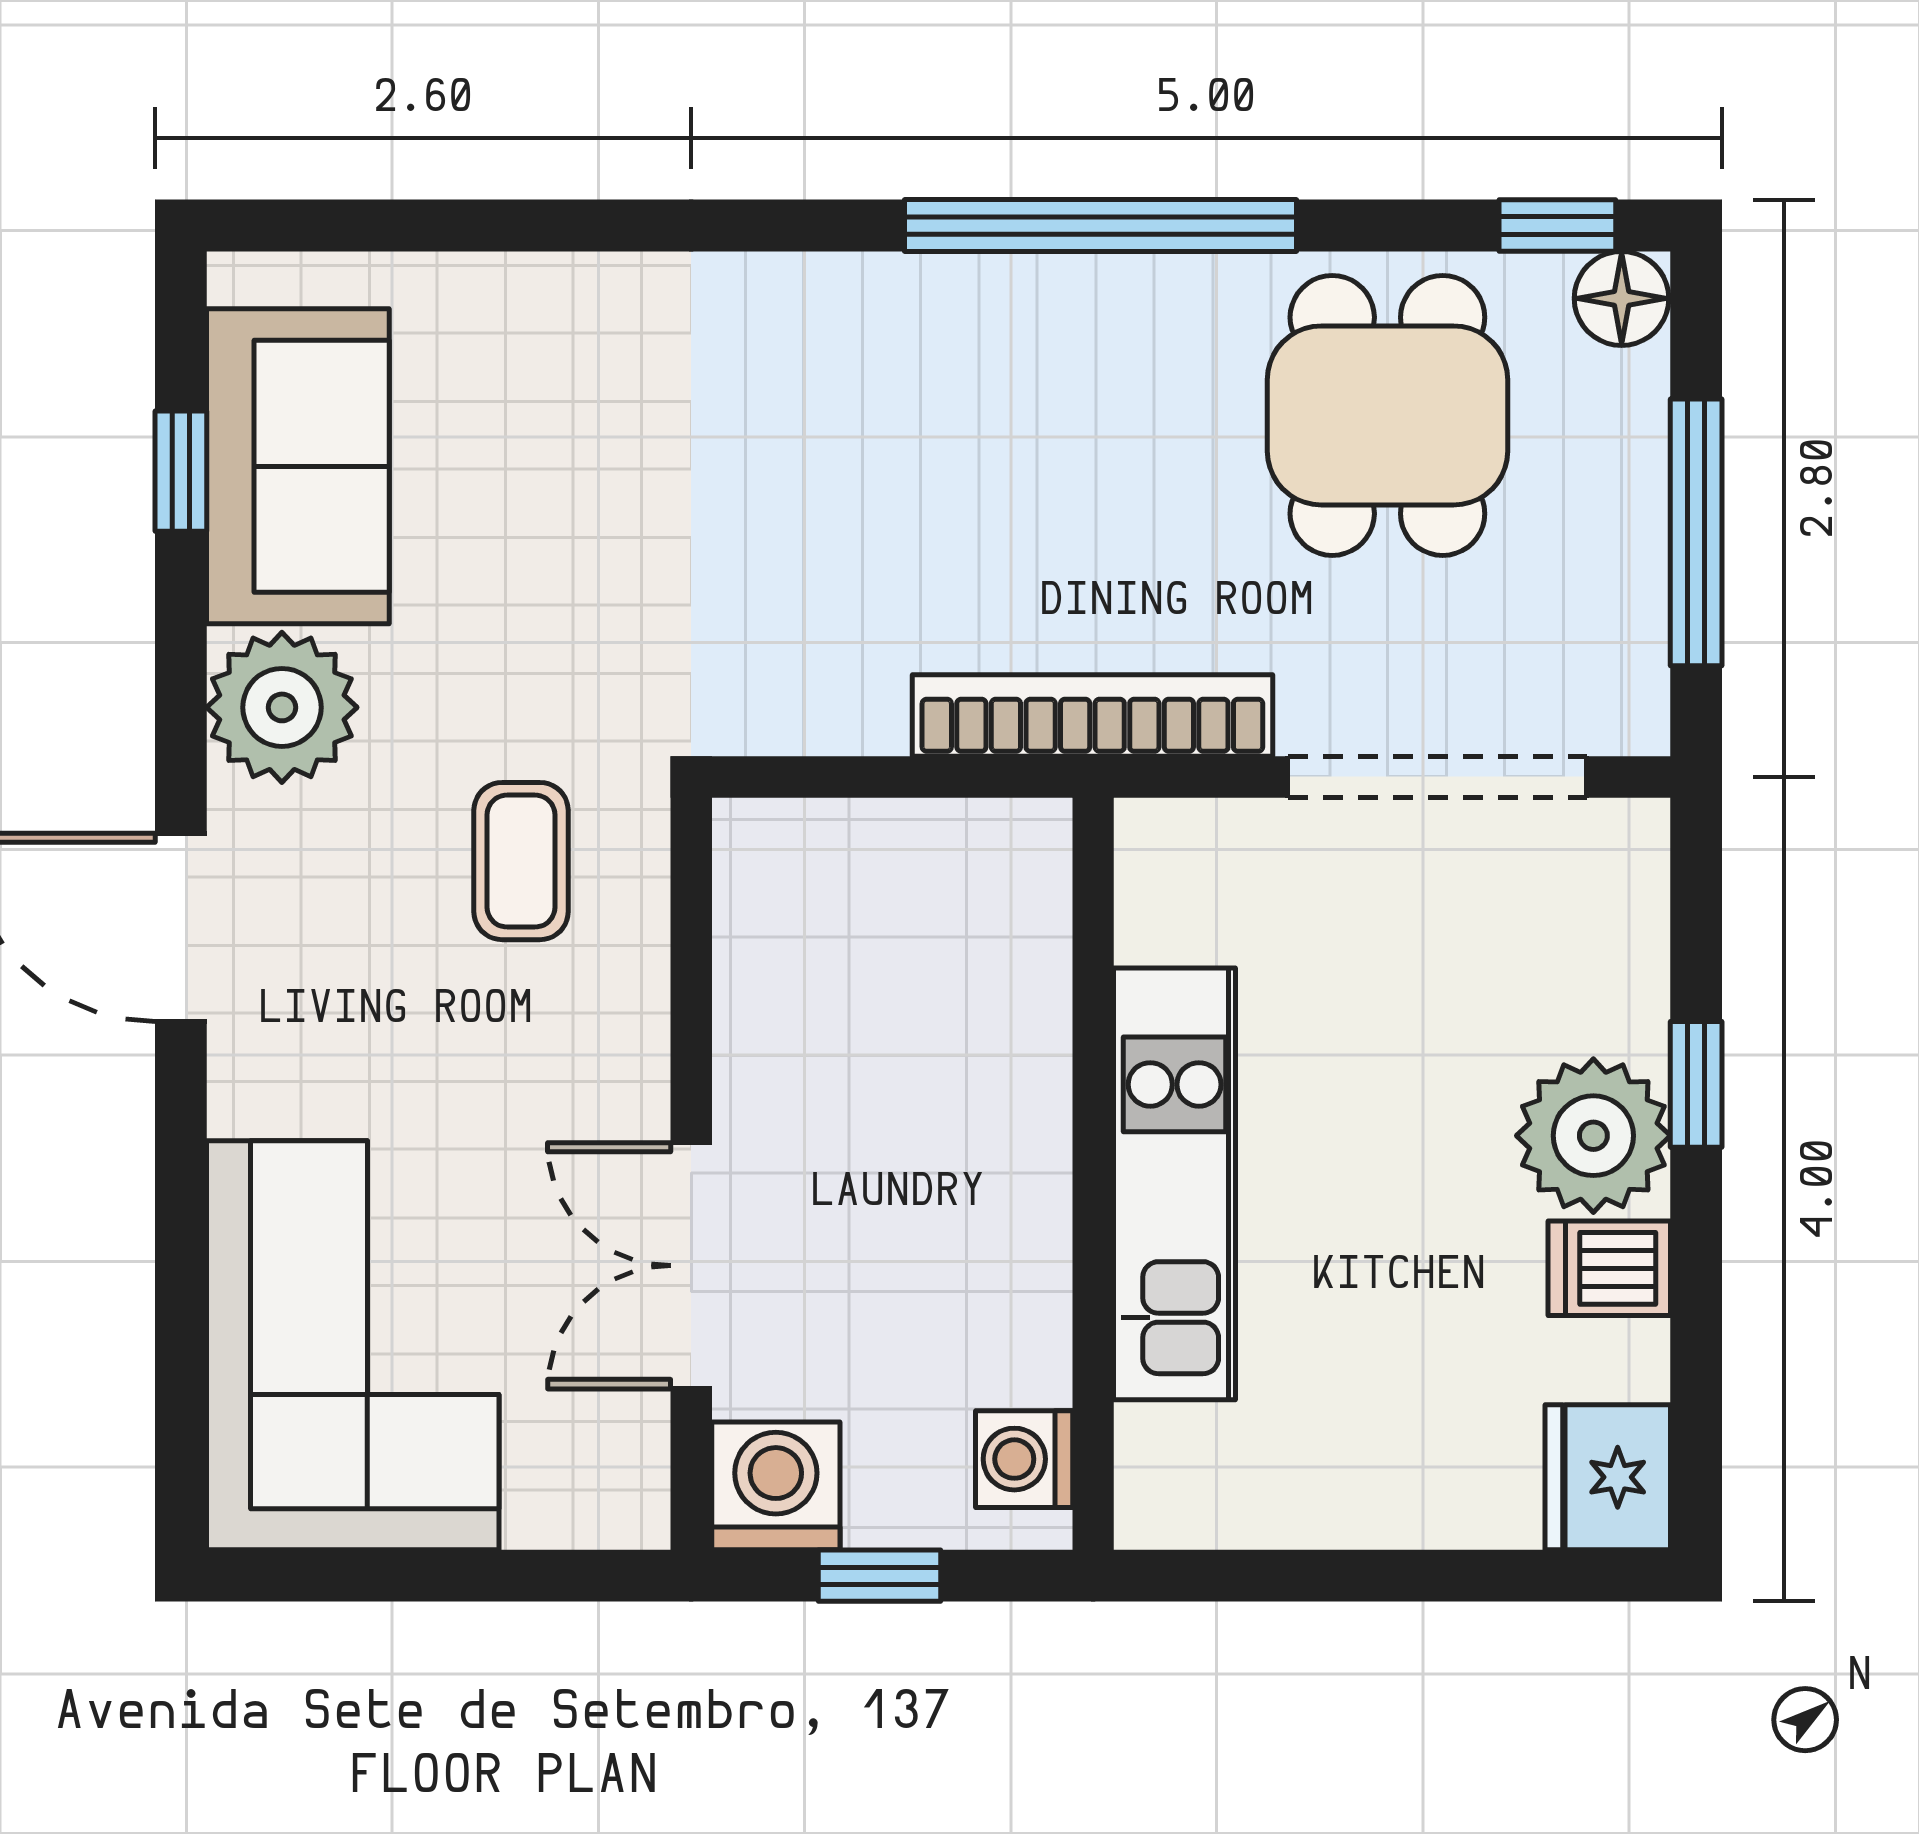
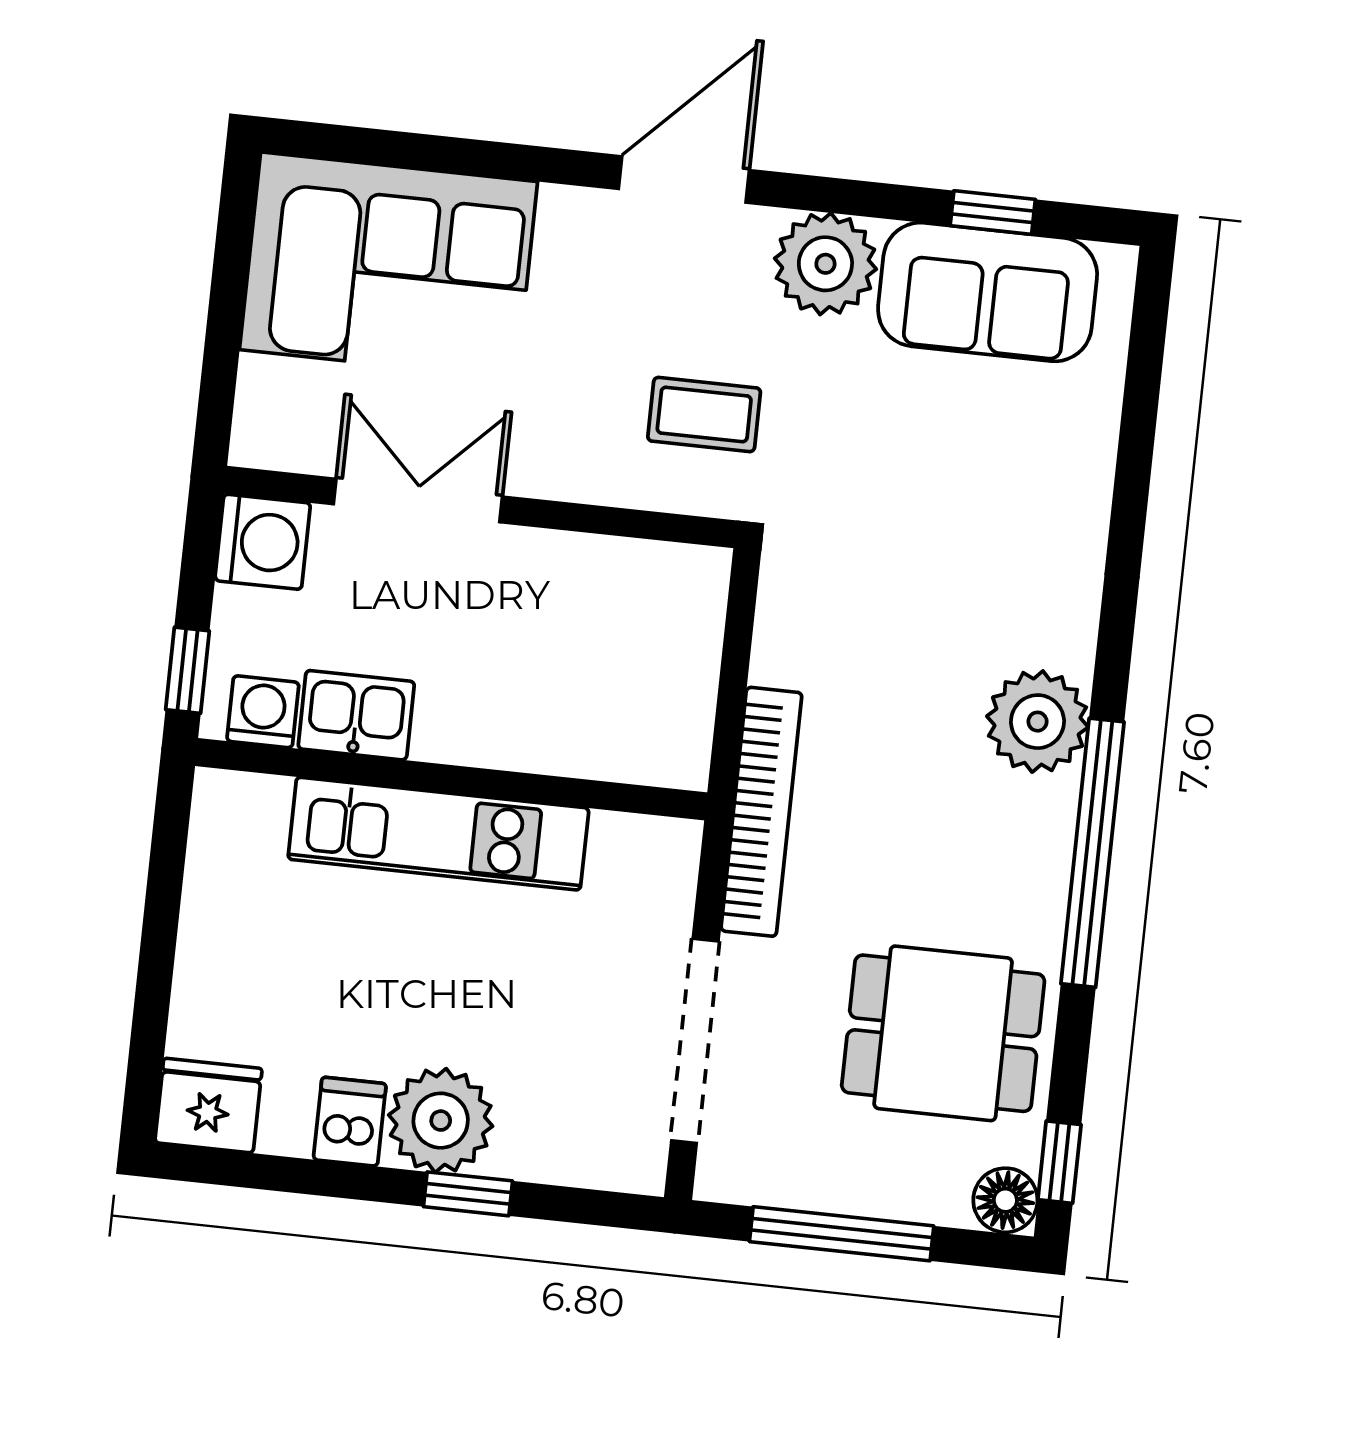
plant: (917, 326) -> (1038, 722), added
kitchen sink: (1014, 1322) -> (356, 715), added
window: (880, 1576) -> (187, 670), moved

